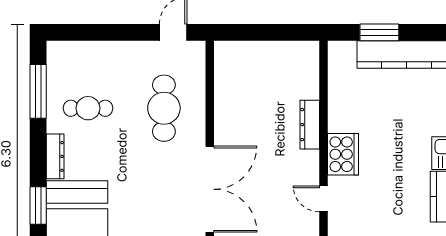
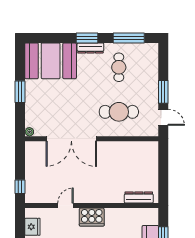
window: (130, 32) -> (163, 92), added
dresser: (310, 125) -> (139, 197), moved
window: (38, 206) -> (87, 38), moved

